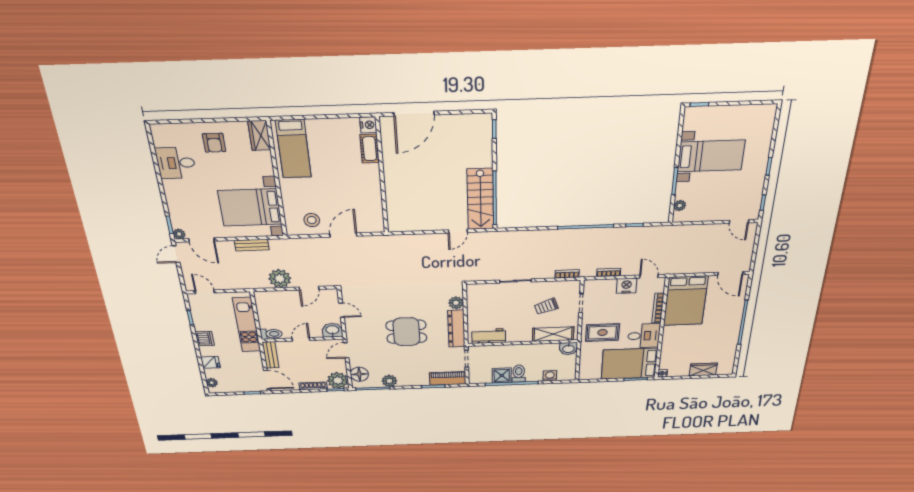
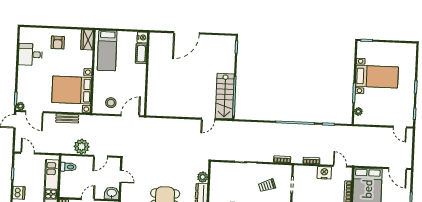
nightstand: (368, 125) -> (142, 37), moved
cot: (370, 149) -> (141, 54), moved
wall: (382, 176) -> (147, 74), moved
toilet: (271, 334) -> (68, 167), moved

